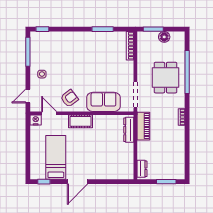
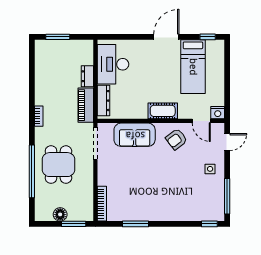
desk: (121, 159) -> (113, 64), added
dresser: (142, 169) -> (87, 76), moved

